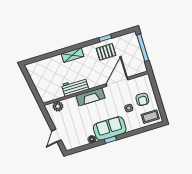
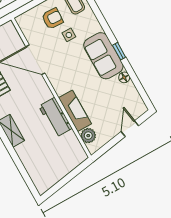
fireplace: (91, 97) -> (75, 111), moved
door: (56, 136) -> (130, 129), swing flipped

